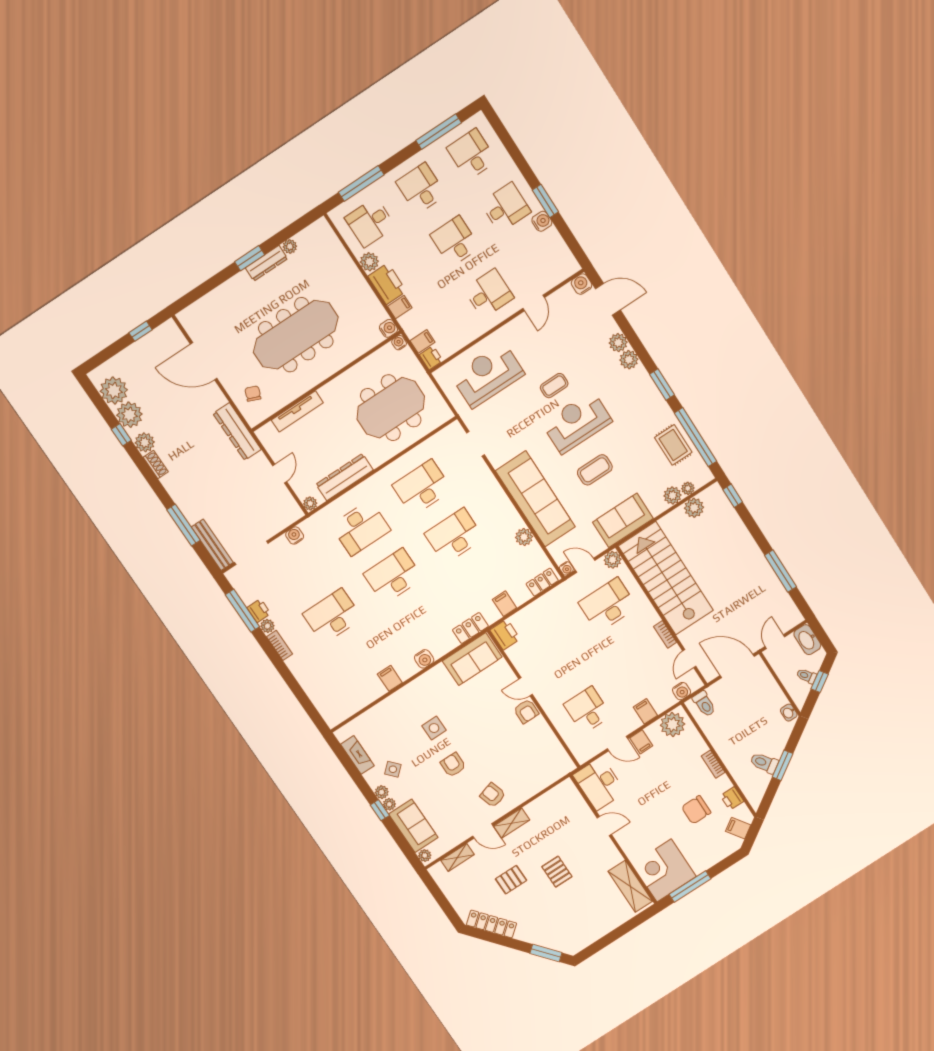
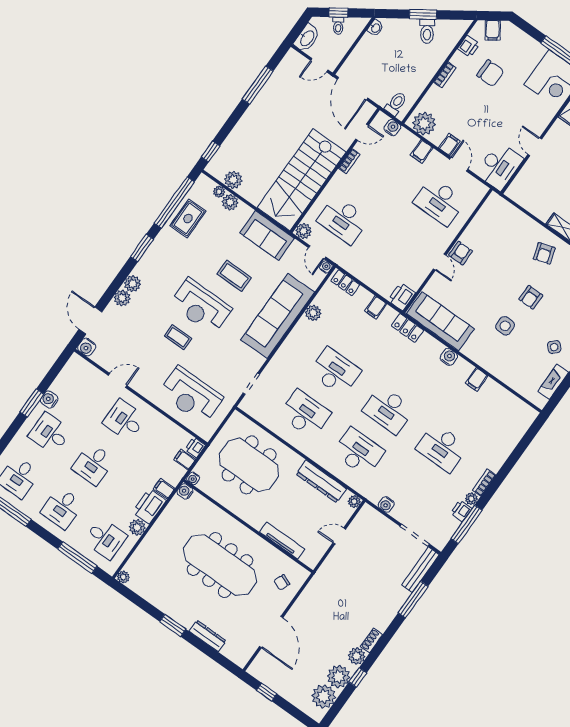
plant: (290, 246) -> (123, 577), moved
dresser: (266, 263) -> (208, 636), moved
dresser: (237, 432) -> (318, 584), removed
desk: (422, 487) -> (305, 414), turned 180
desk: (454, 536) -> (335, 372), turned 180
sofa: (472, 659) -> (440, 321), width x1.36
desk: (587, 710) -> (439, 201), width x1.37

